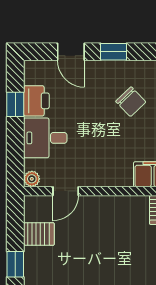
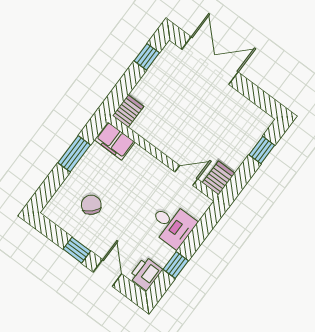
printer: (36, 101) -> (146, 273), moved
plant: (32, 179) -> (204, 203), removed
server rack: (39, 234) -> (219, 178), moved, turned 90

